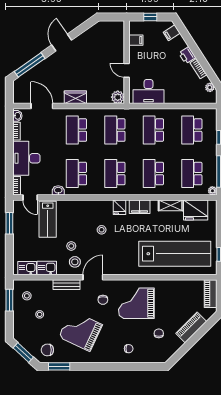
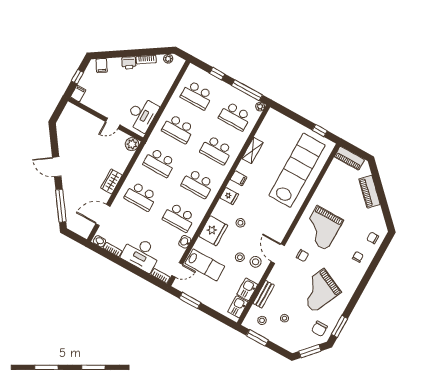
filing cabinet: (136, 40) -> (78, 93), moved
filing cabinet: (140, 207) -> (239, 178), width x0.50
fridge: (196, 210) -> (213, 231), moved
bench: (67, 285) -> (264, 294), moved
chair: (159, 333) -> (373, 238), moved

